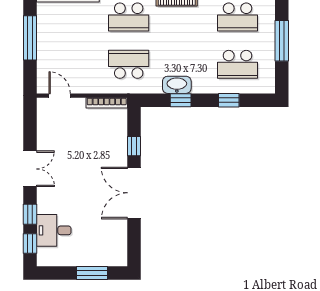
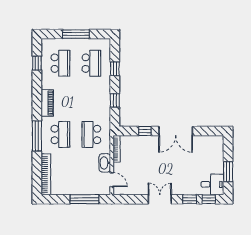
window: (30, 38) -> (84, 199), moved
washbasin: (177, 85) -> (105, 163), moved
door: (60, 96) -> (112, 180), swing flipped
desk: (54, 230) -> (212, 184), moved, turned -90
window: (92, 273) -> (228, 172), moved

